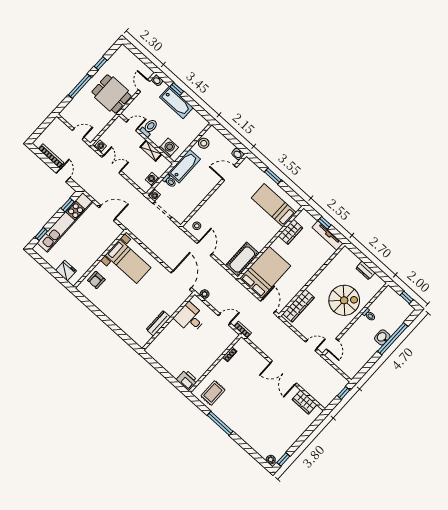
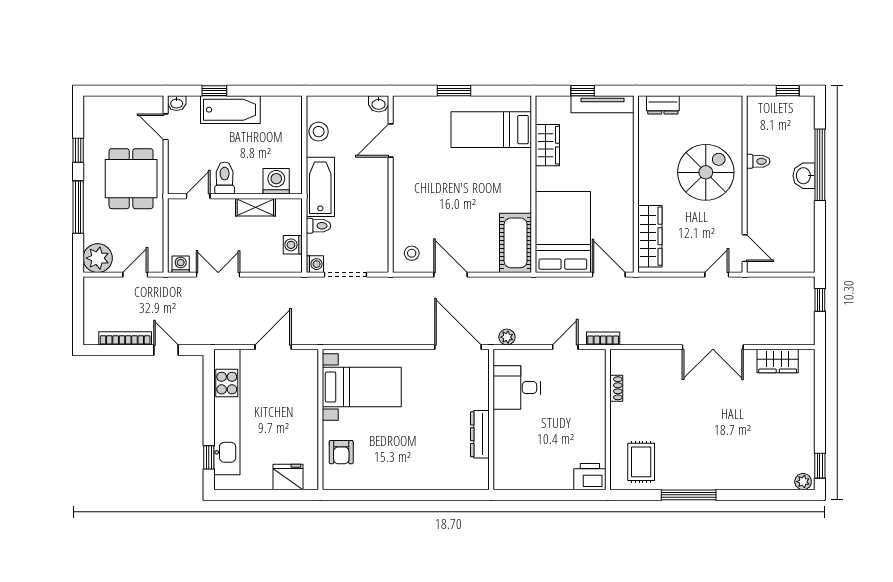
dining table: (111, 94) -> (131, 179), turned 90
plant: (69, 114) -> (98, 258), added
window: (68, 205) -> (209, 385), removed
dresser: (365, 270) -> (663, 105), moved

